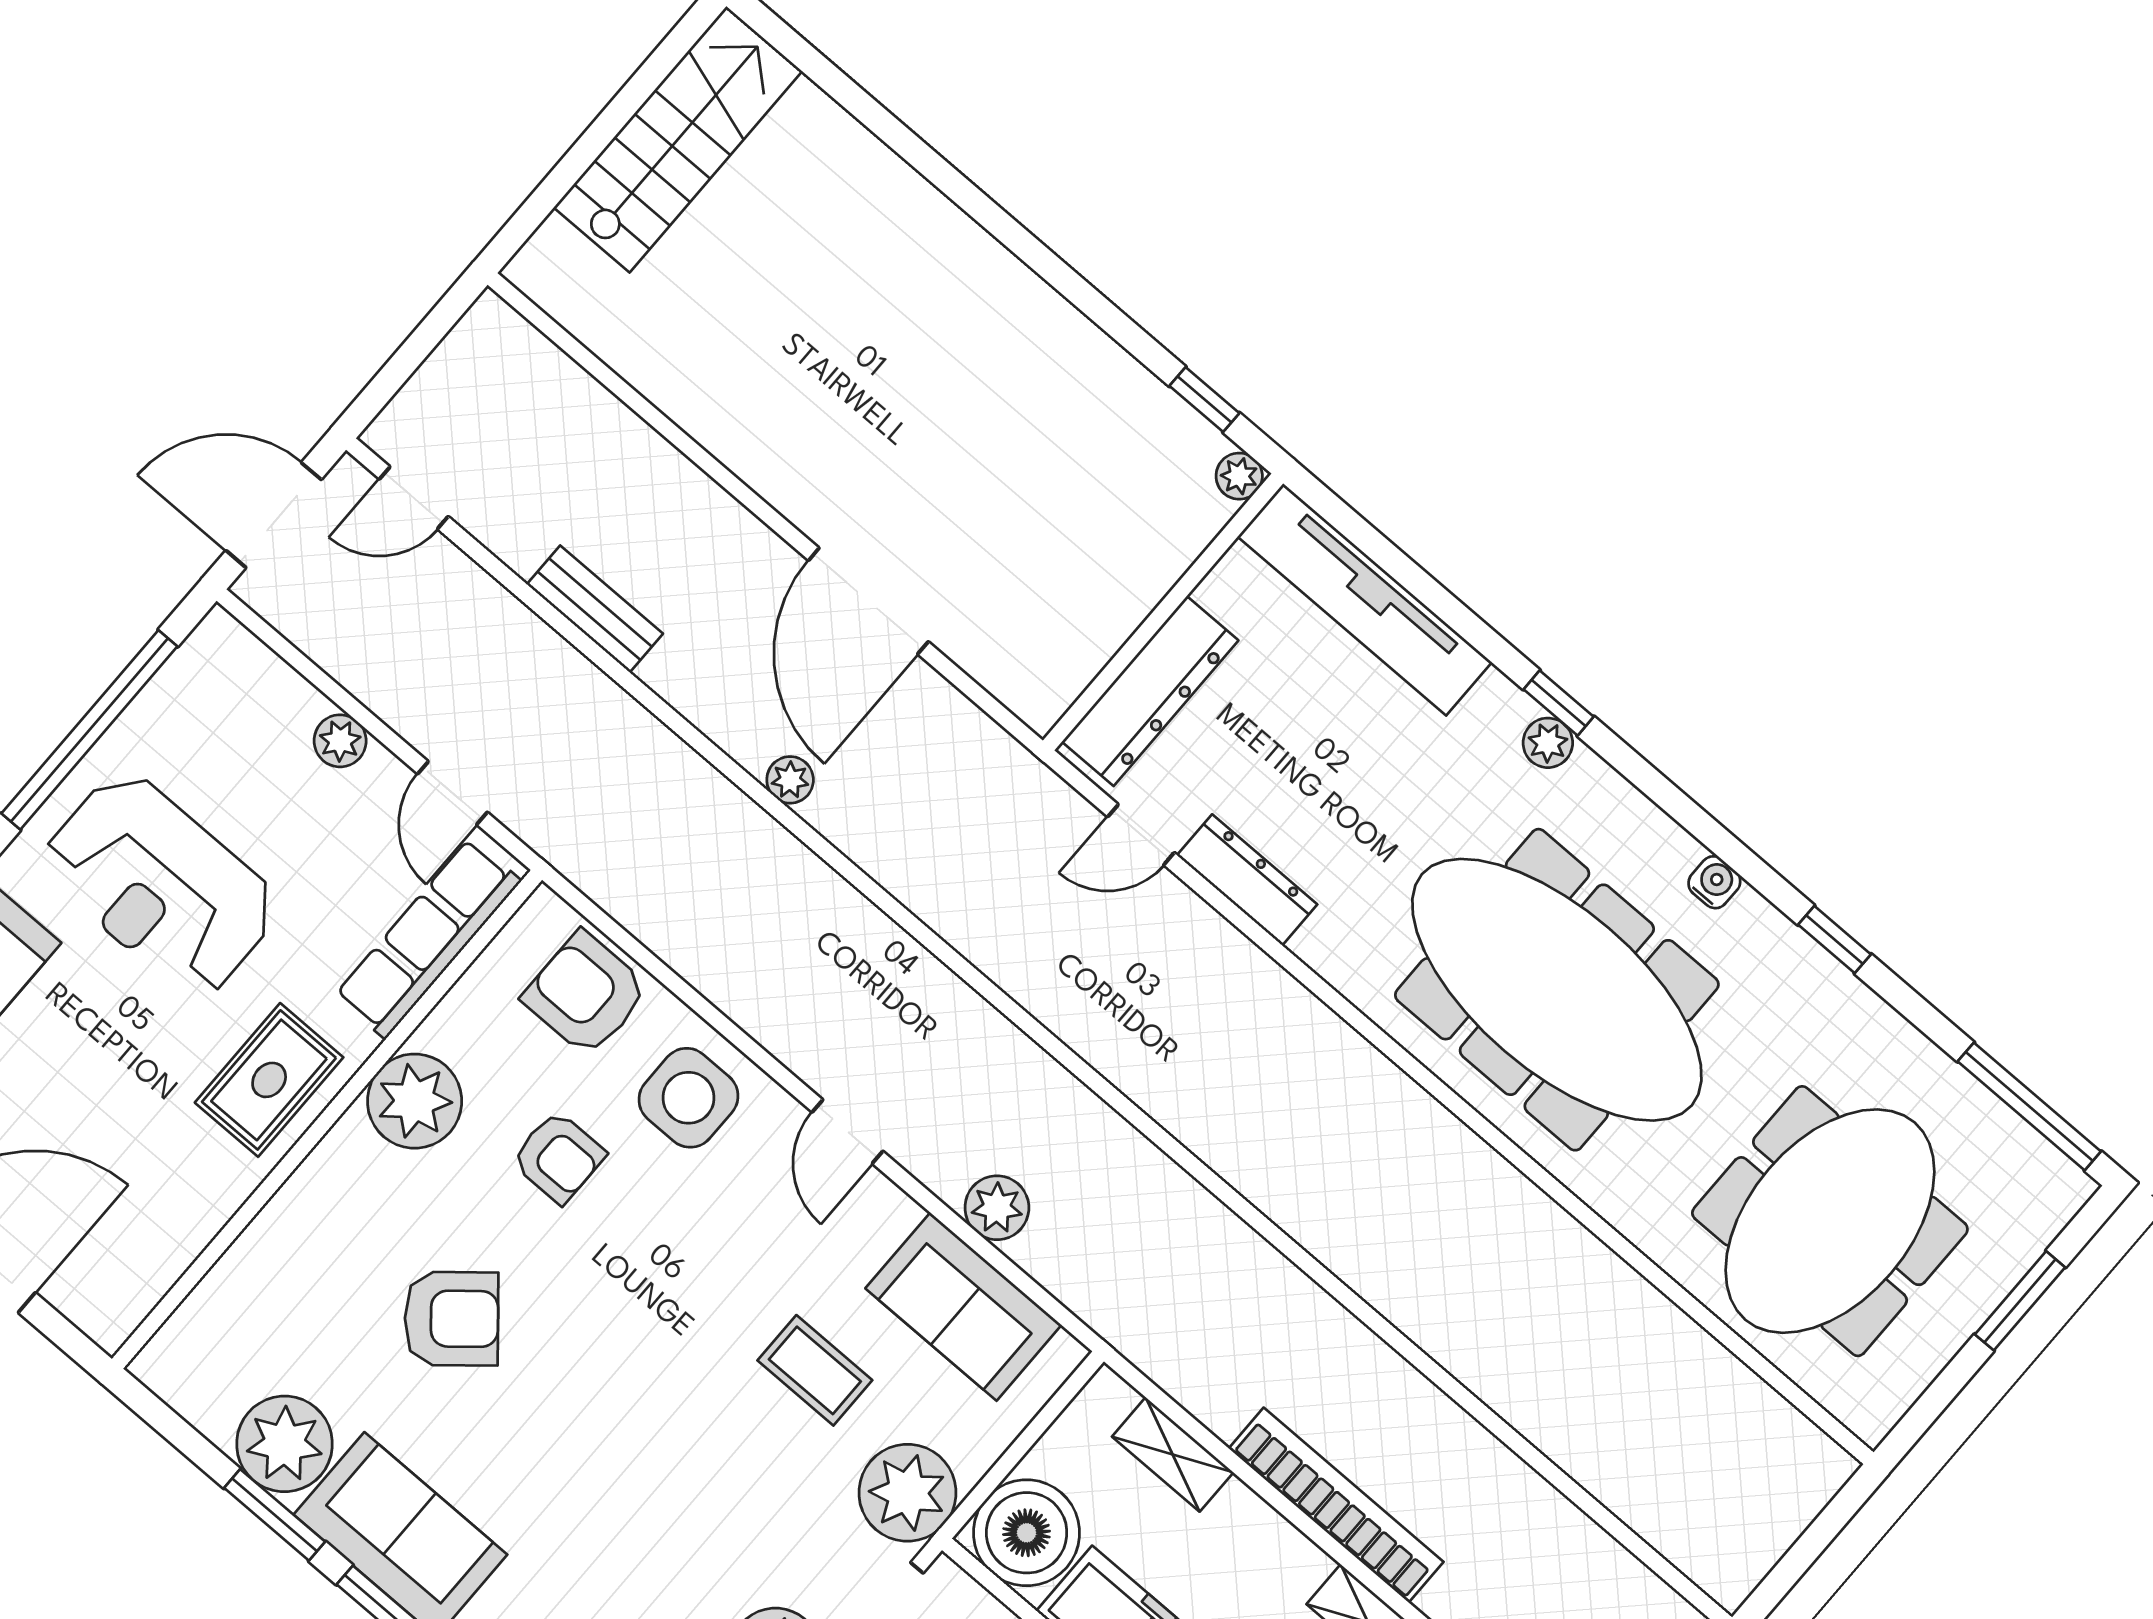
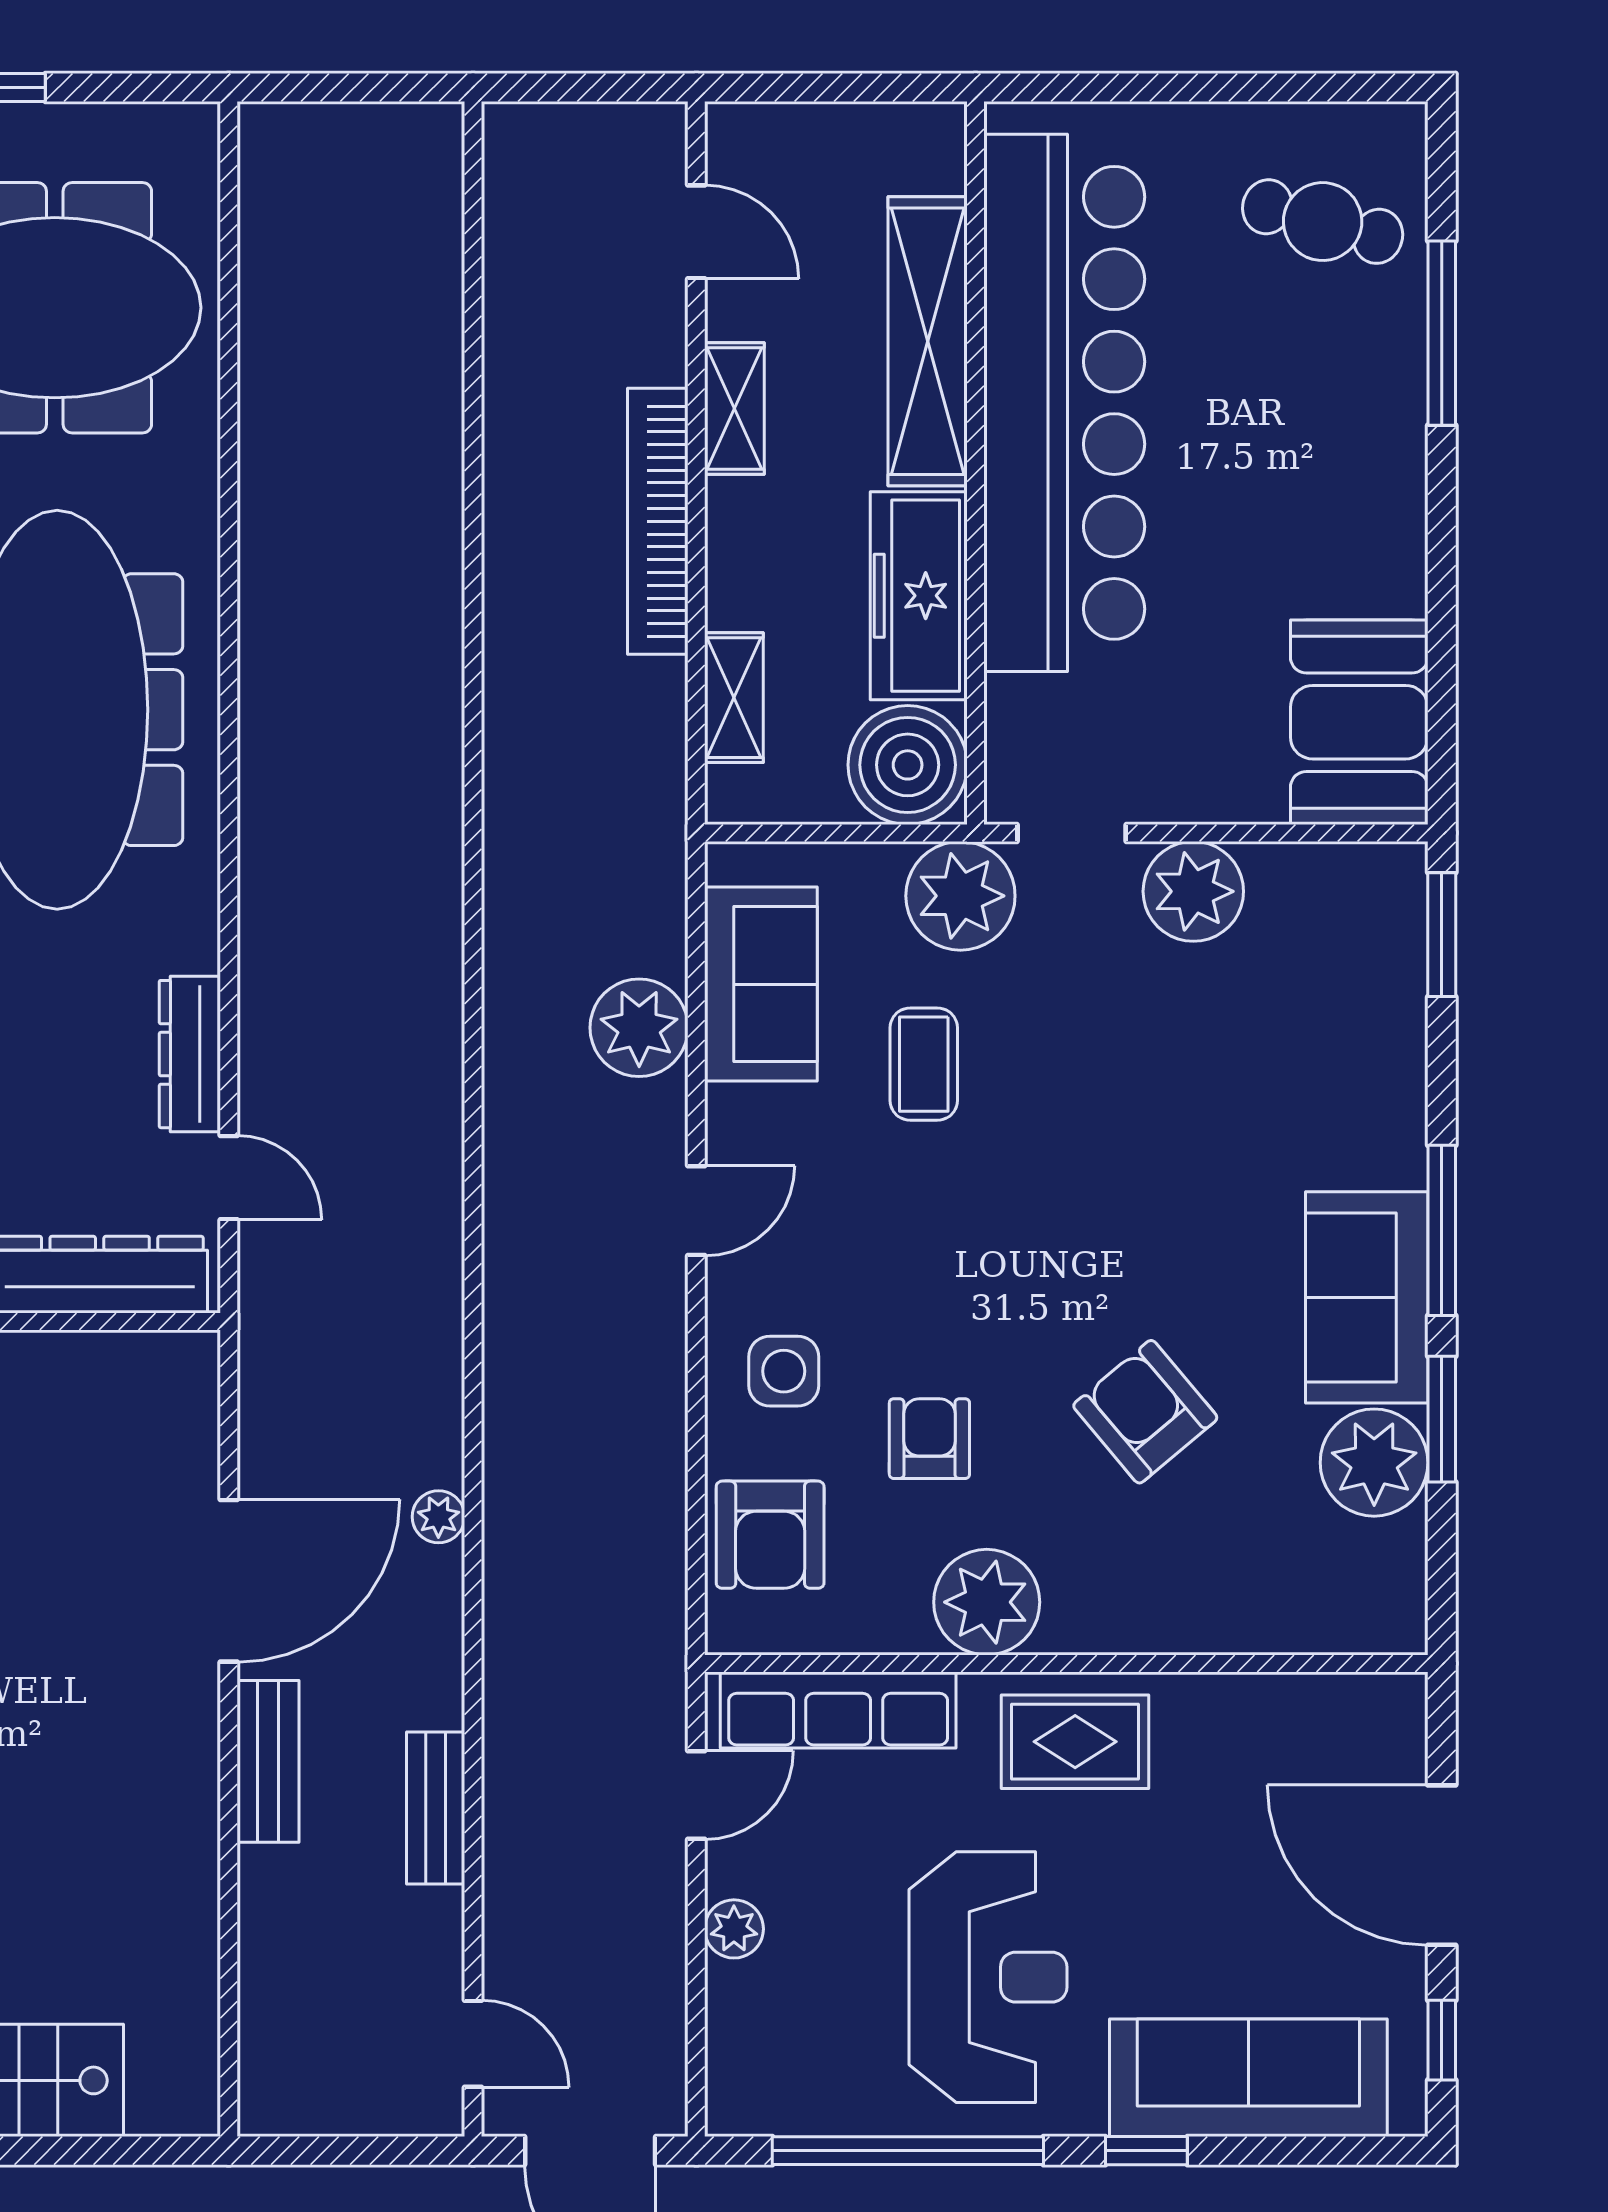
bench: (723, 523) -> (268, 1761), added
side table: (688, 1098) -> (784, 1371), width x0.73, depth x0.73
plant: (997, 1208) -> (639, 1028), width x1.36, depth x1.36

